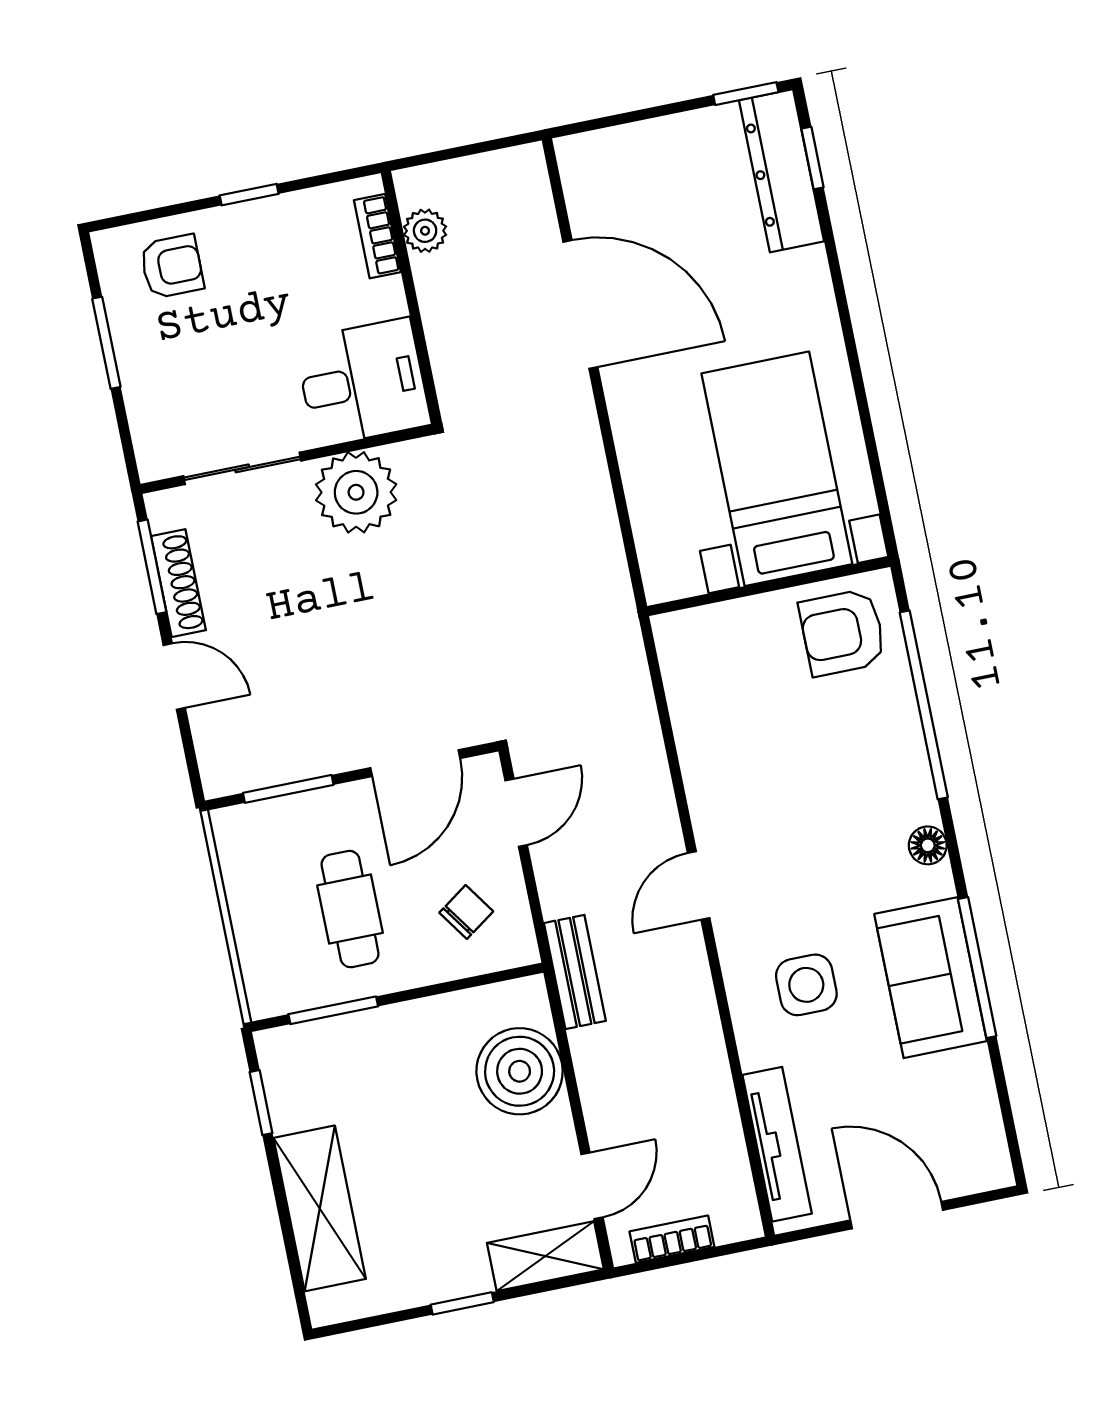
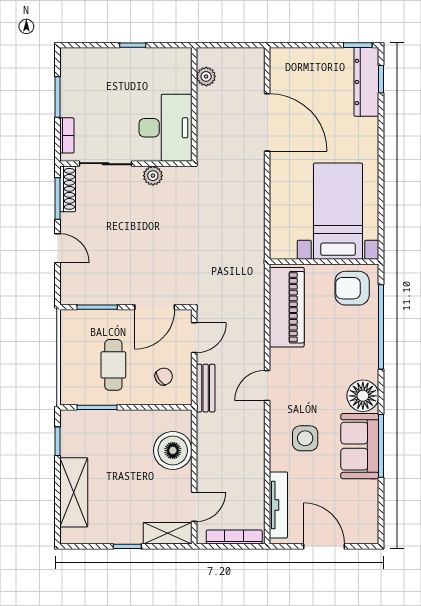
bookcase: (377, 236) -> (67, 135), moved, turned 180
armchair: (172, 266) -> (93, 70), removed
desk: (363, 382) -> (165, 128), width x1.37
plant: (356, 492) -> (153, 176), width x0.53, depth x0.53
shoe rack: (178, 583) -> (68, 189), moved
piano: (707, 704) -> (287, 307), added
floor lamp: (928, 845) -> (363, 396), width x1.89, depth x1.89
bench: (575, 972) -> (206, 388), moved
bookcase: (672, 1239) -> (234, 537), width x1.56

